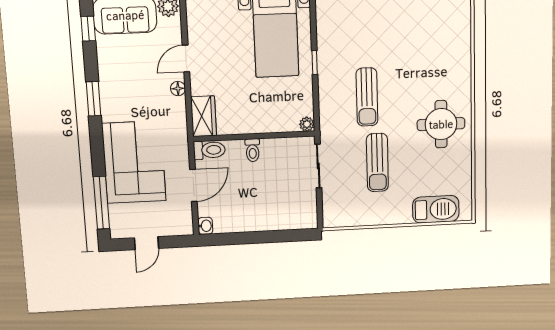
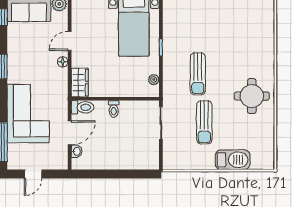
plant: (307, 124) -> (154, 80), moved
barbecue: (436, 209) -> (233, 160), moved
washbasin: (205, 226) -> (77, 151), moved

